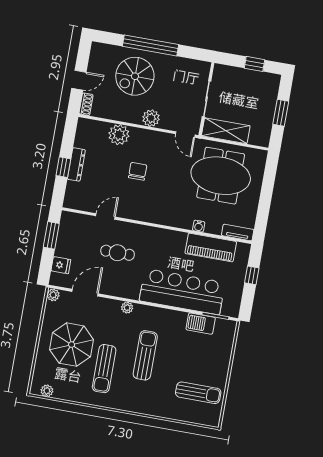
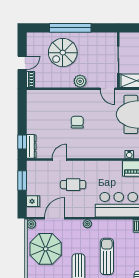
plant: (119, 135) -> (59, 98), removed
dresser: (76, 164) -> (31, 146), moved
window: (63, 167) -> (22, 142), moved
parasol: (72, 345) -> (46, 249), moved

